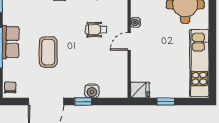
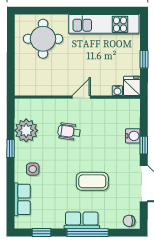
water cooler: (135, 22) -> (117, 91), moved
wheelchair: (96, 30) -> (69, 132), turned 98
door: (129, 41) -> (81, 97), swing flipped

